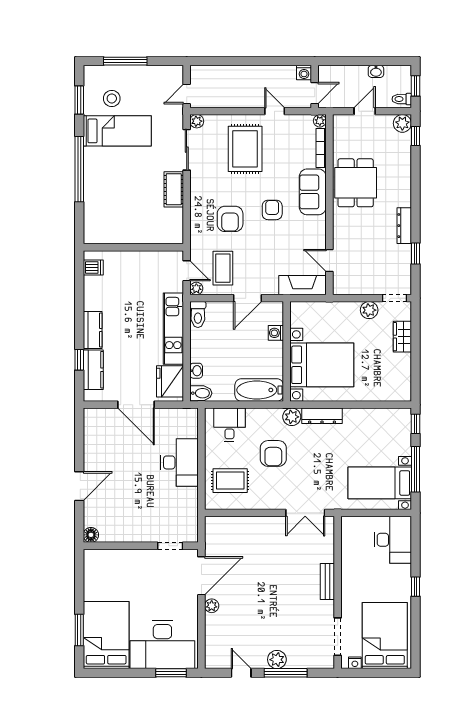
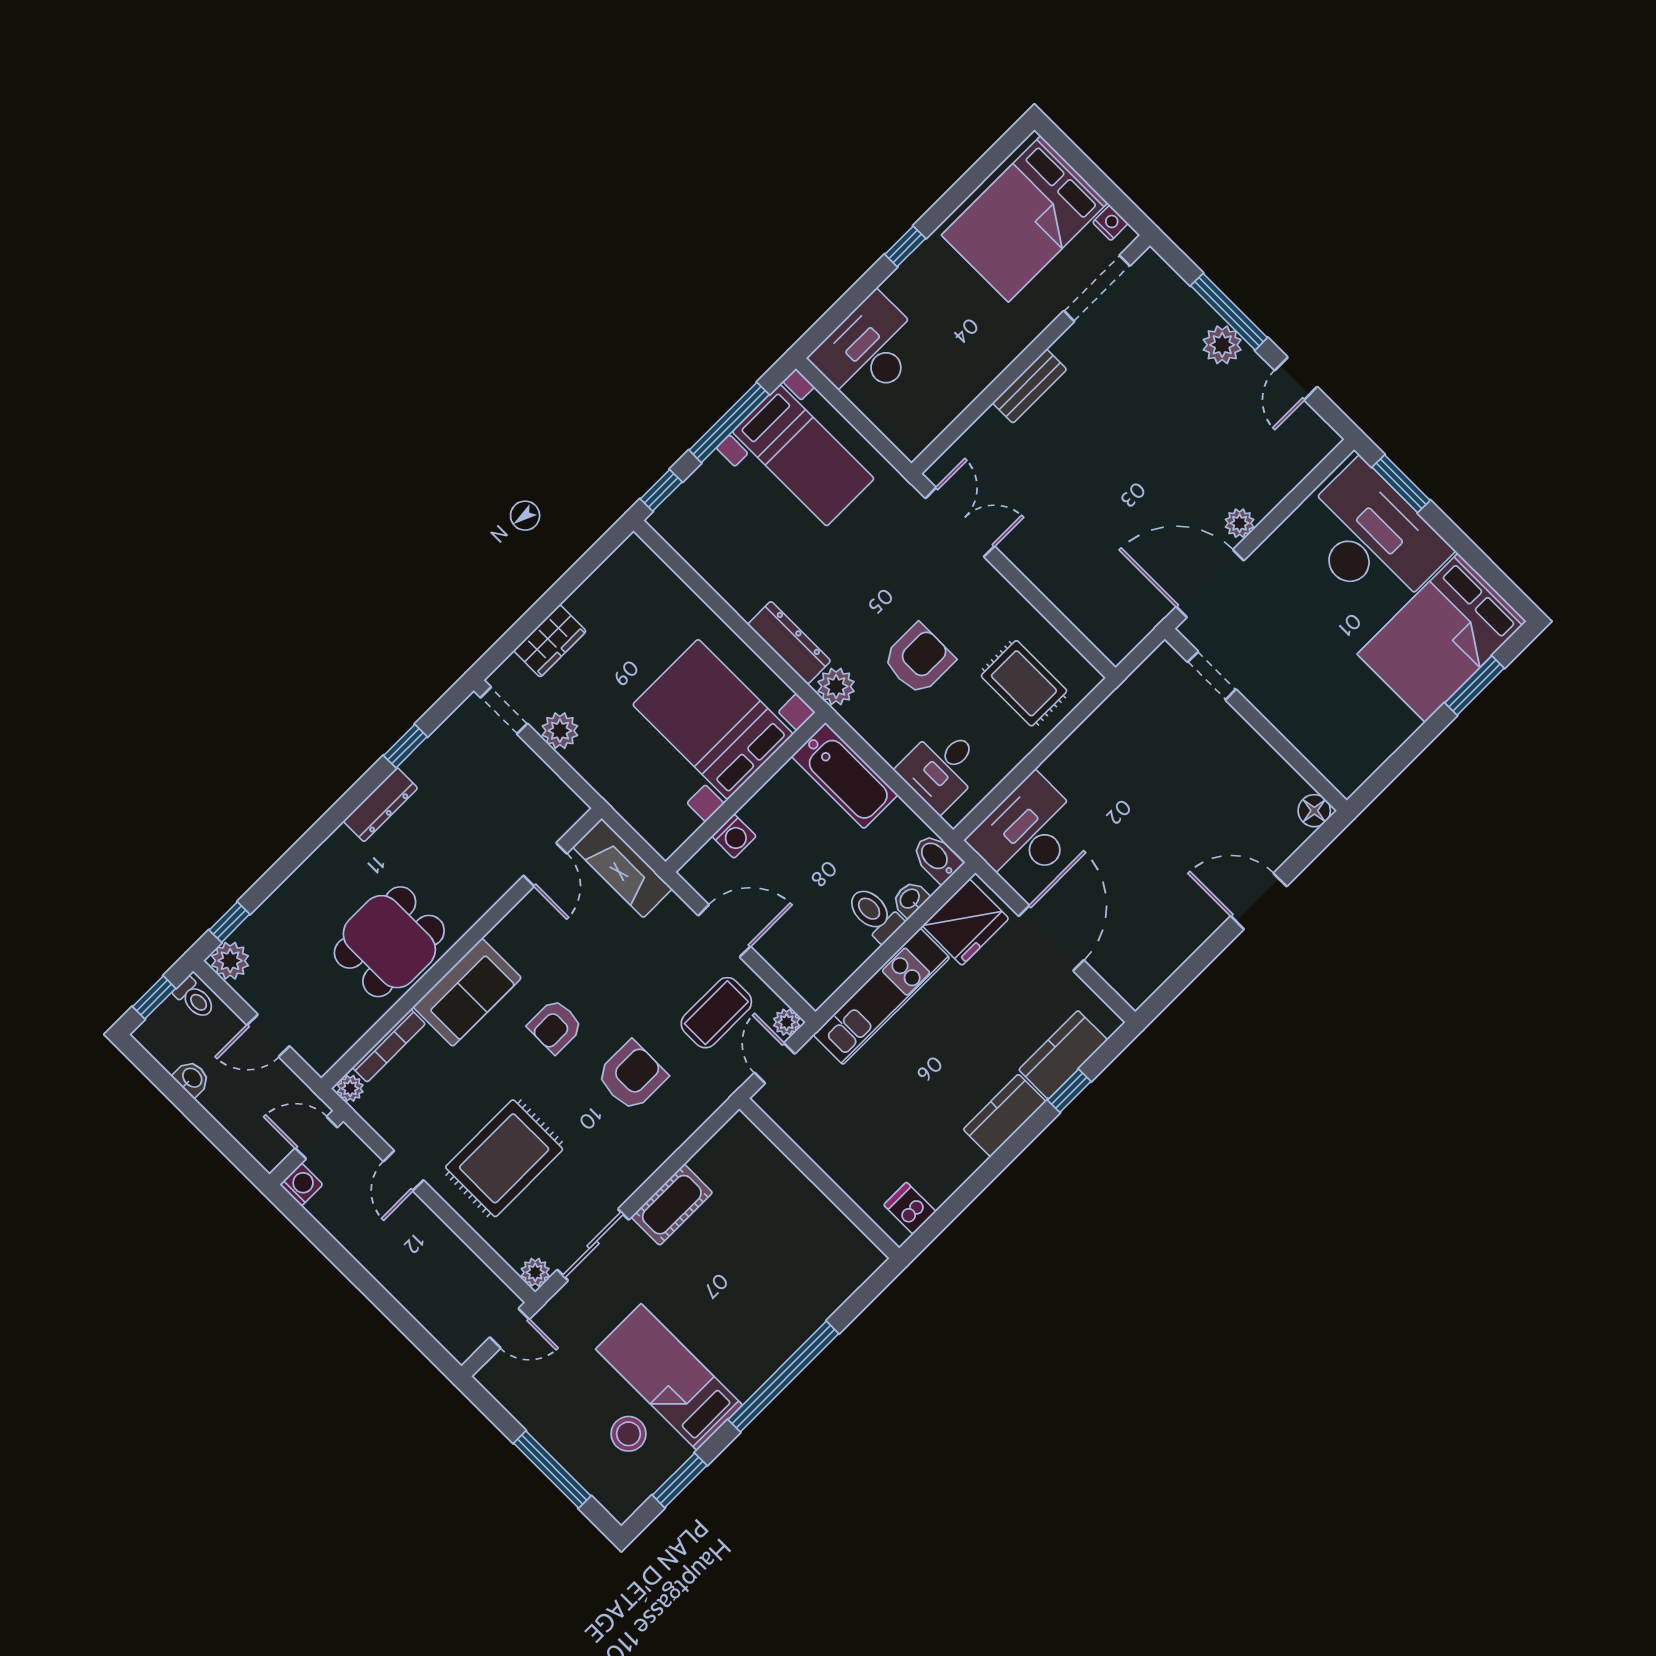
toilet: (198, 314) -> (875, 914), moved, turned -90
desk: (179, 462) -> (1027, 832), moved

